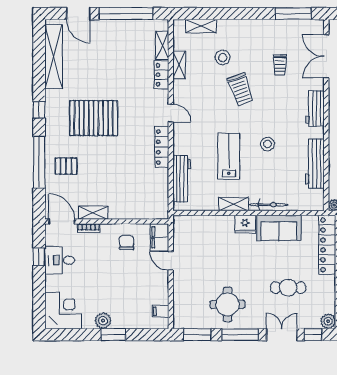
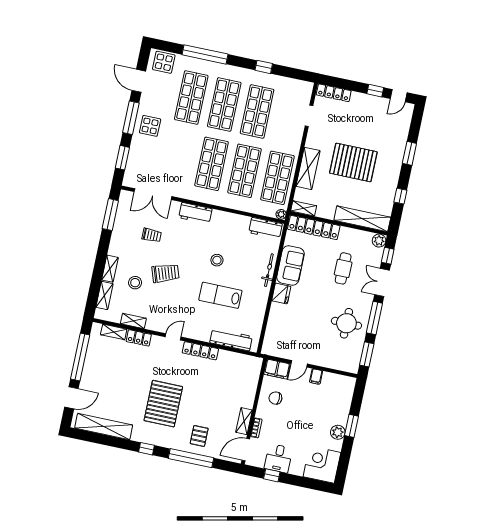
workbench: (315, 163) -> (265, 228), moved, width x0.73
shelving: (234, 204) -> (110, 269), moved
filing cabinet: (161, 311) -> (316, 376), moved

